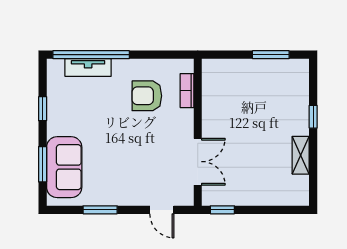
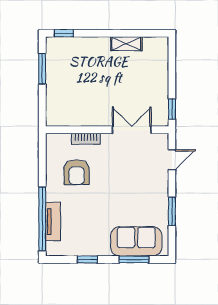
bookcase: (187, 91) -> (86, 139), moved
window: (313, 117) -> (64, 33), moved

